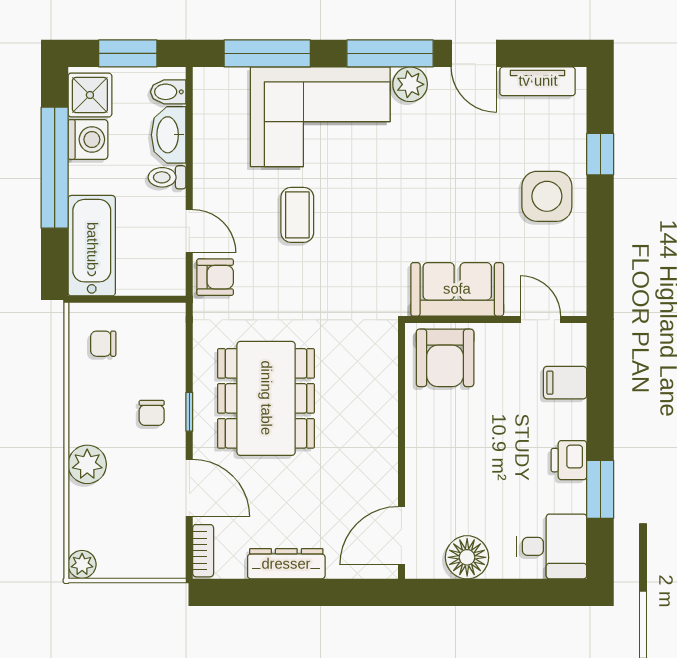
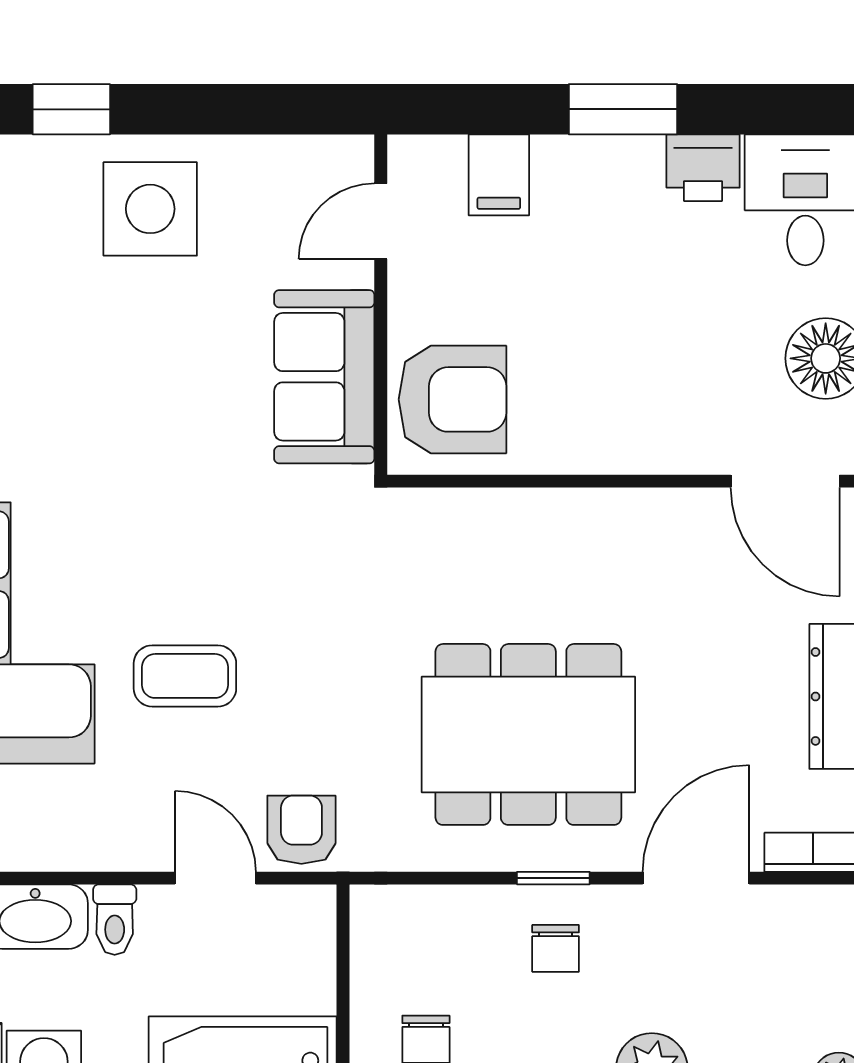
door: (189, 231) -> (215, 878), hinge flipped
chair: (152, 413) -> (556, 948), turned 90
printer: (569, 460) -> (703, 168), moved
window: (600, 489) -> (623, 109), moved

